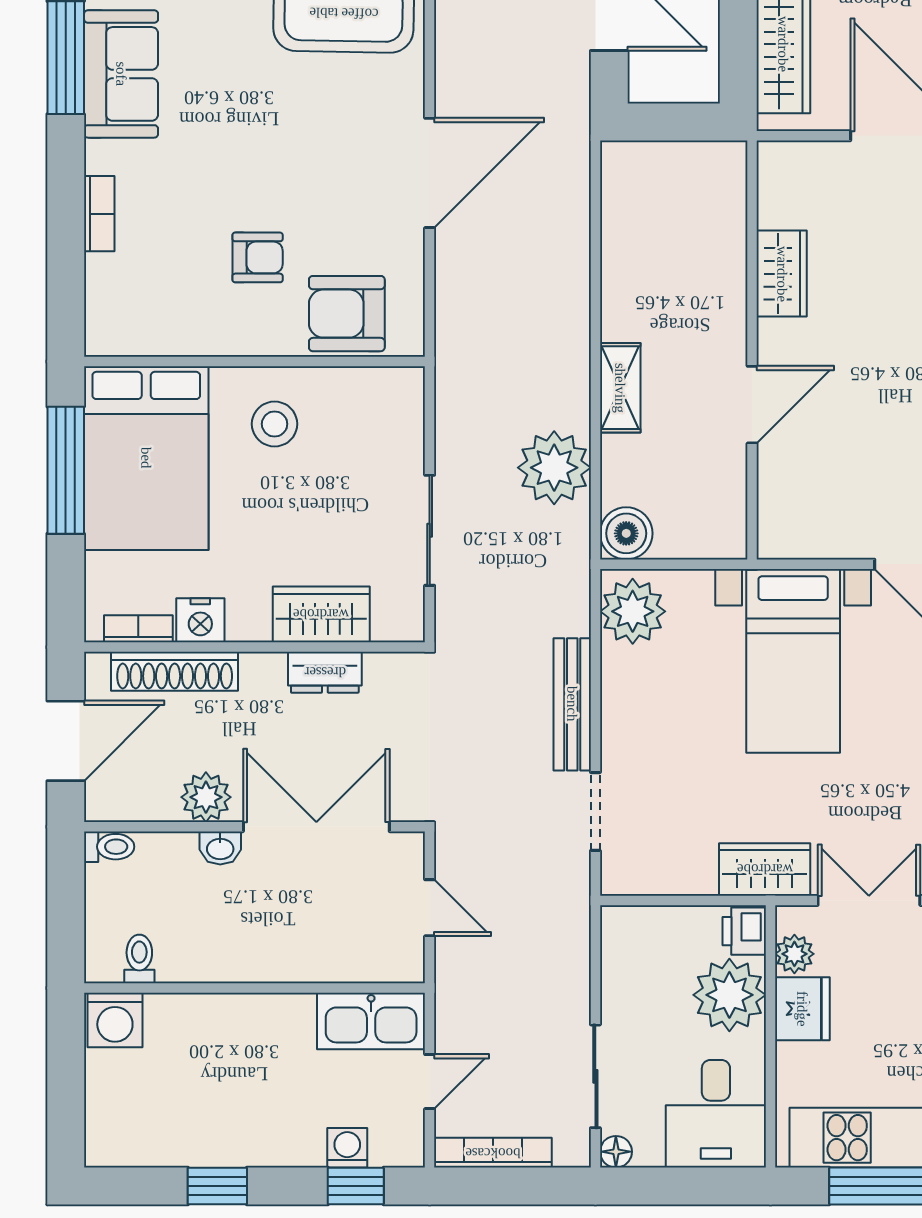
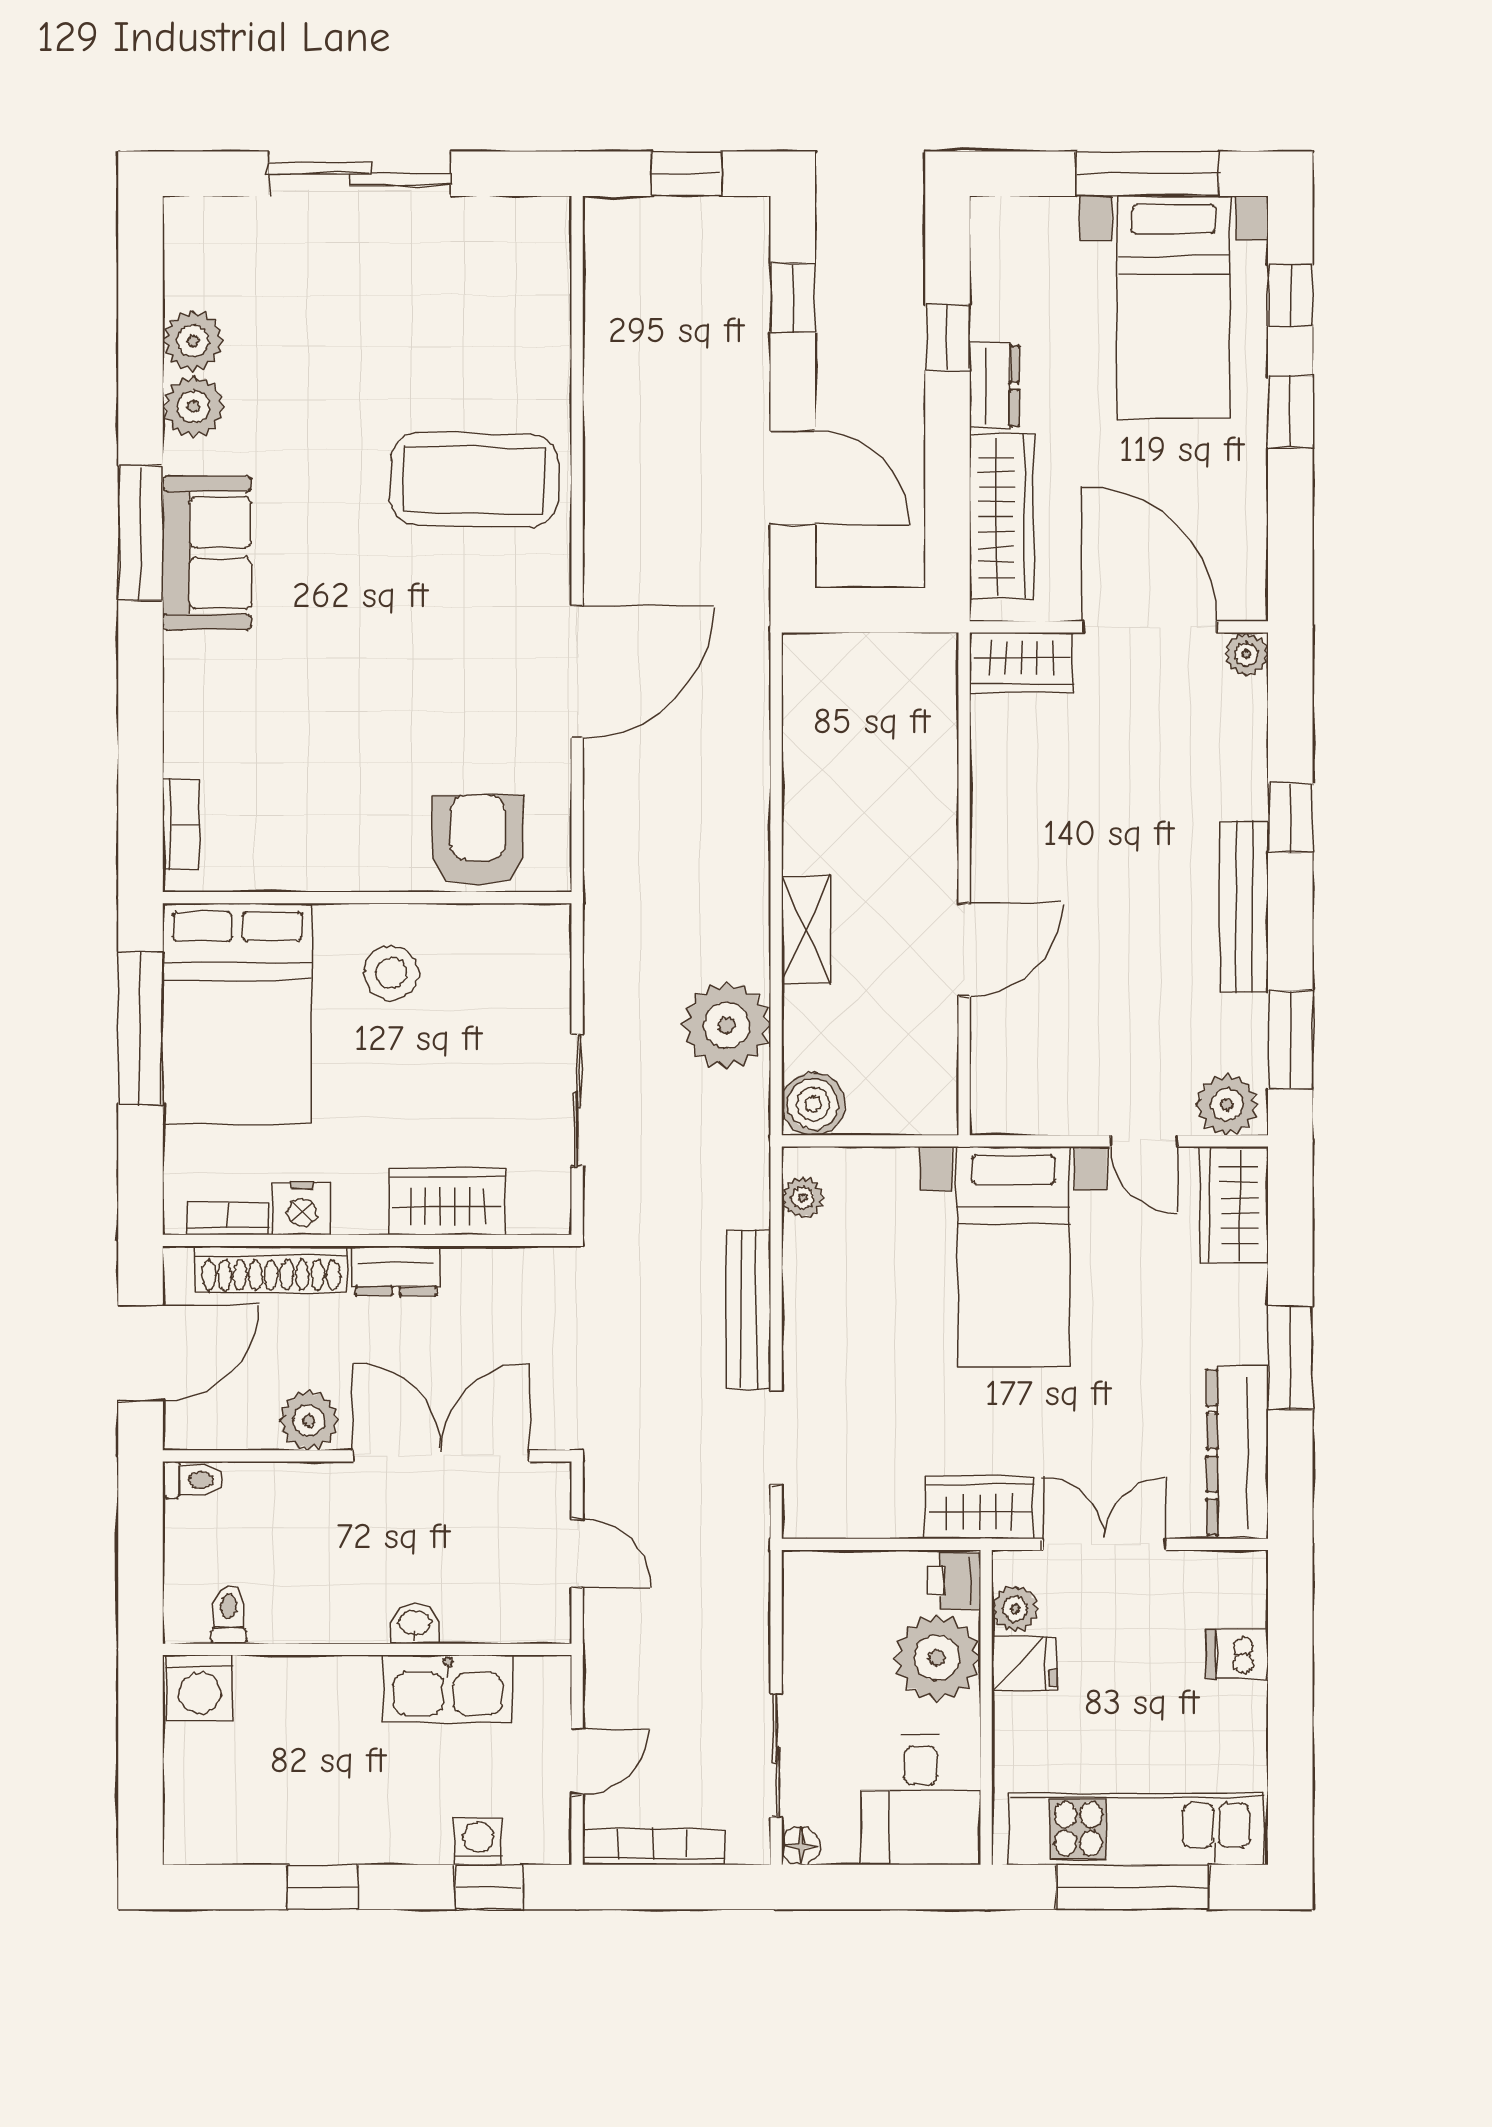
bookcase: (99, 214) -> (181, 824), moved
armchair: (258, 257) -> (371, 773), removed
wardrobe: (782, 274) -> (1021, 662), moved, turned 90
armchair: (347, 314) -> (478, 840), turned 90
plant: (633, 611) -> (803, 1198), width x0.53, depth x0.53
dresser: (325, 672) -> (396, 1271), moved
washbasin: (220, 848) -> (414, 1624), moved, turned 180
fridge: (802, 1009) -> (1024, 1664), width x0.72
kitchen sink: (371, 1021) -> (448, 1689), moved

